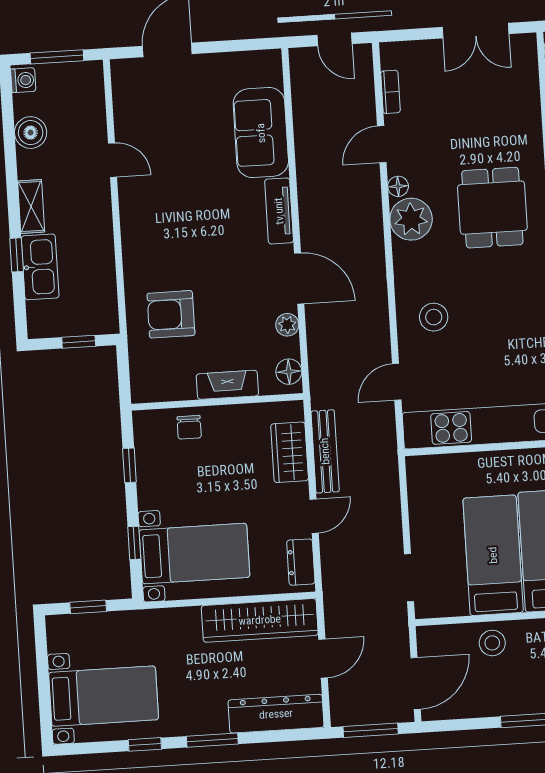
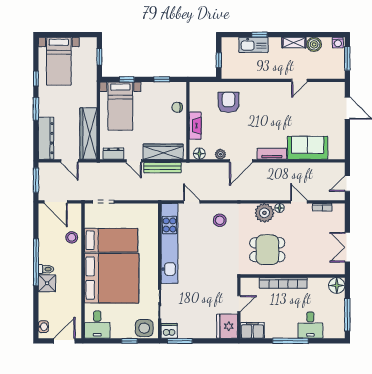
shelving: (31, 206) -> (294, 43), moved
wardrobe: (290, 452) -> (163, 152), width x1.50

